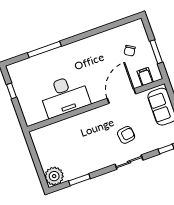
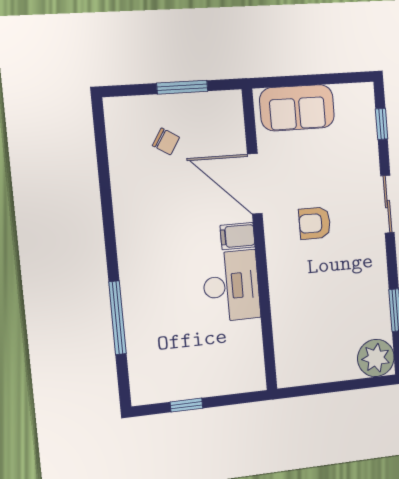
filing cabinet: (145, 77) -> (238, 236), moved
desk: (65, 96) -> (231, 286), width x0.73, depth x0.77
armchair: (126, 135) -> (315, 223), moved, turned -82

